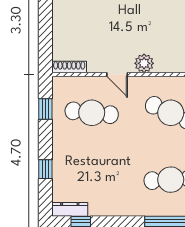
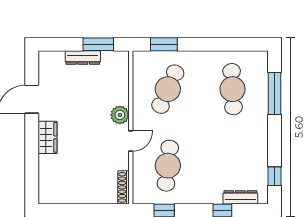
dresser: (70, 209) -> (240, 197), moved, turned 90

